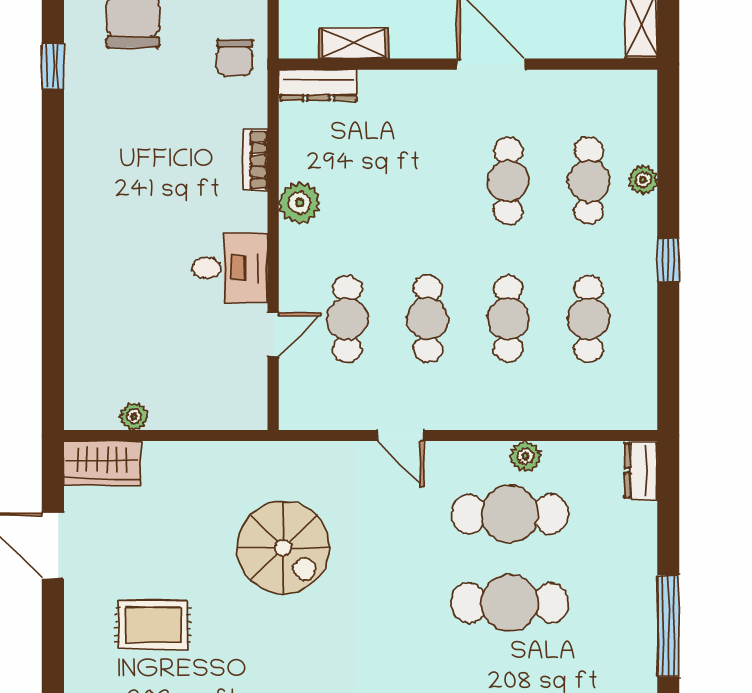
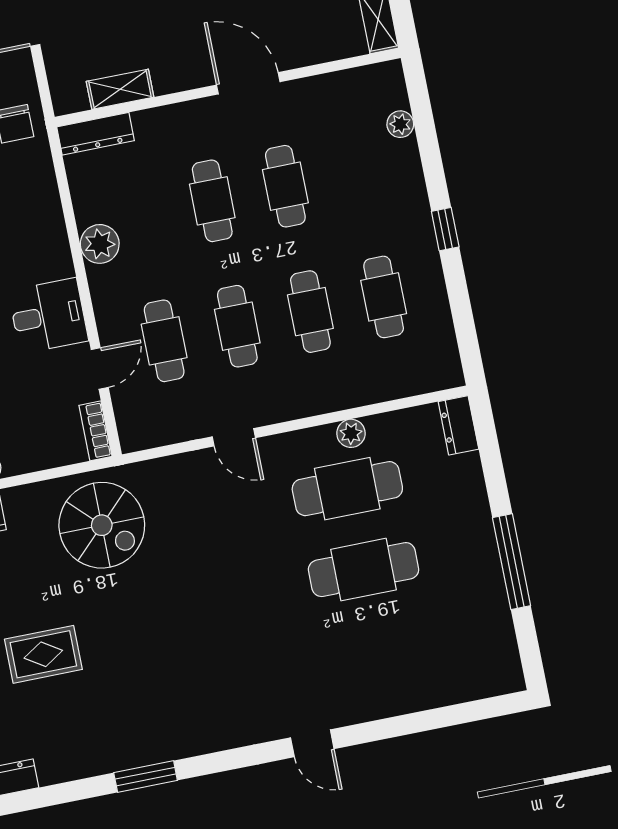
bookcase: (256, 160) -> (95, 431), moved
plant: (643, 180) -> (400, 124), moved
cafe table: (589, 181) -> (212, 201), moved
spiral stairs: (283, 548) -> (102, 525), moved

